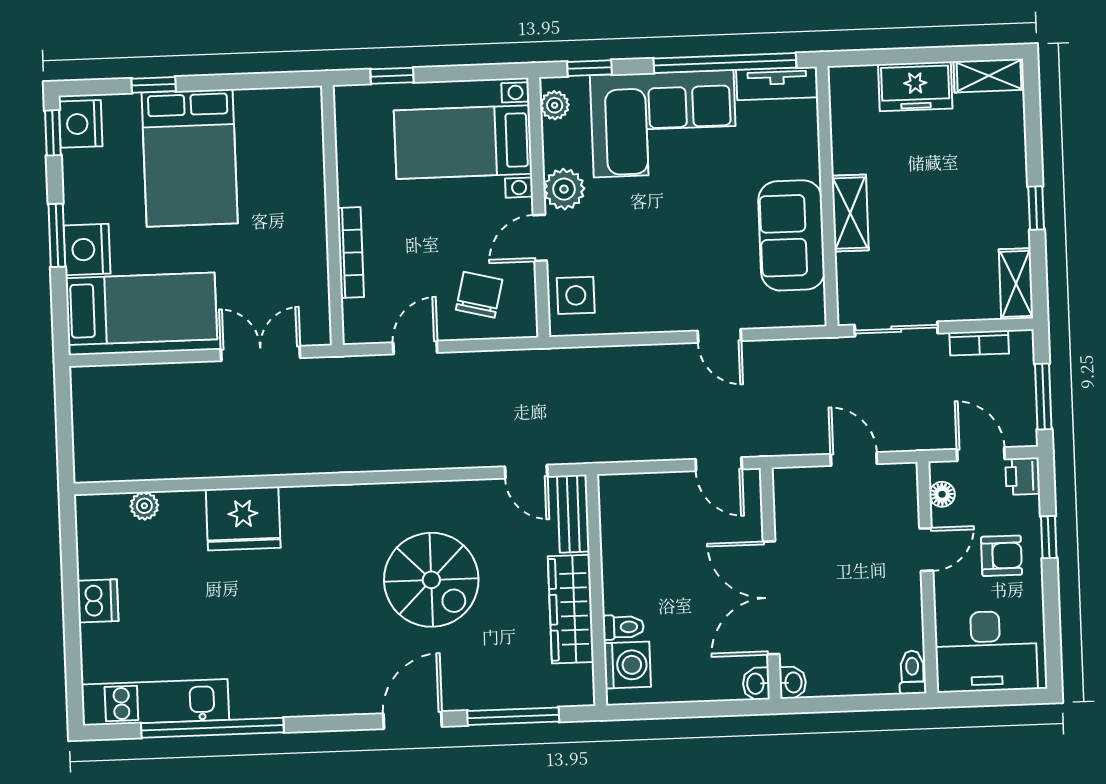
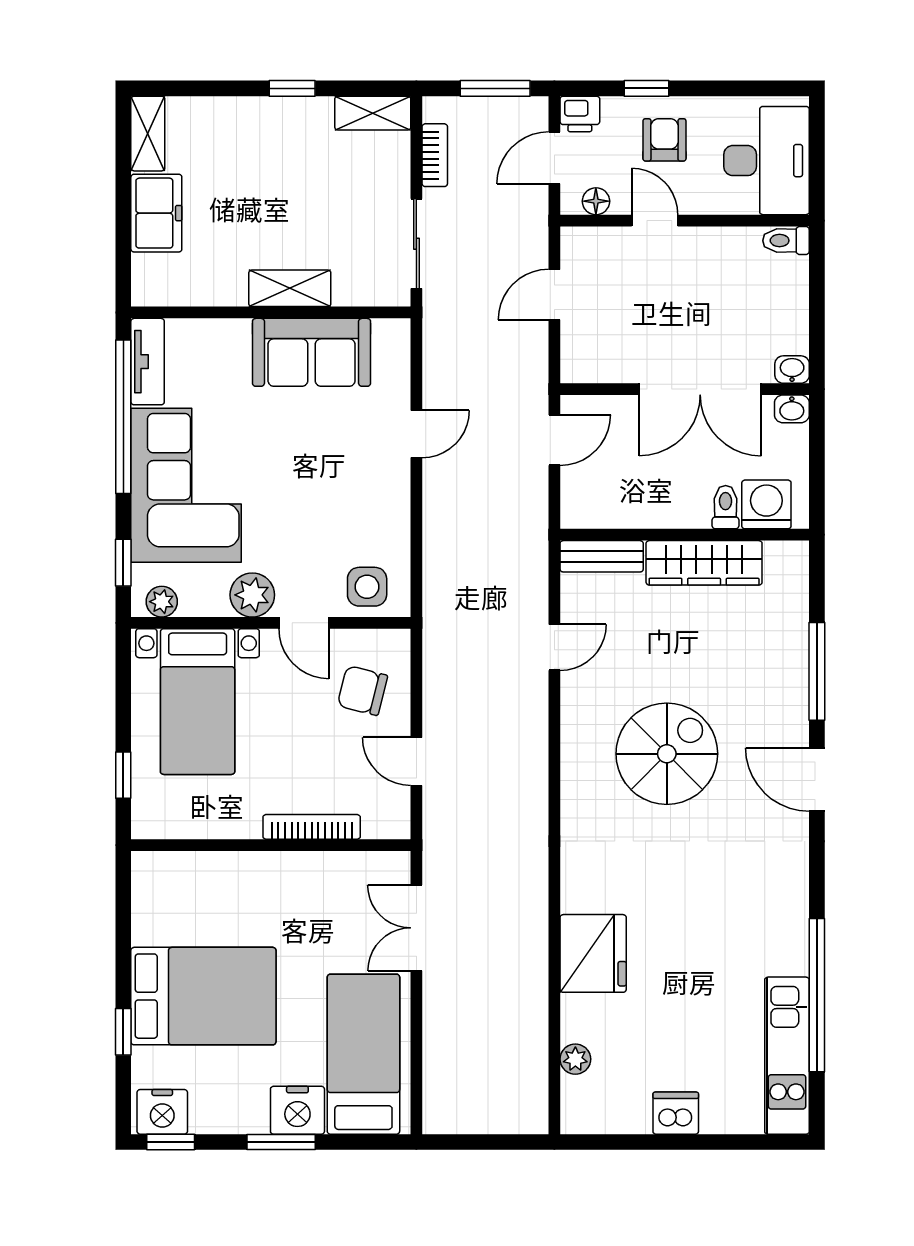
bench: (573, 514) -> (602, 556), moved
wall: (596, 590) -> (685, 535), moved
wardrobe: (571, 609) -> (704, 563), moved
toilet: (623, 627) -> (726, 507), moved
washing machine: (627, 665) -> (766, 504), moved

